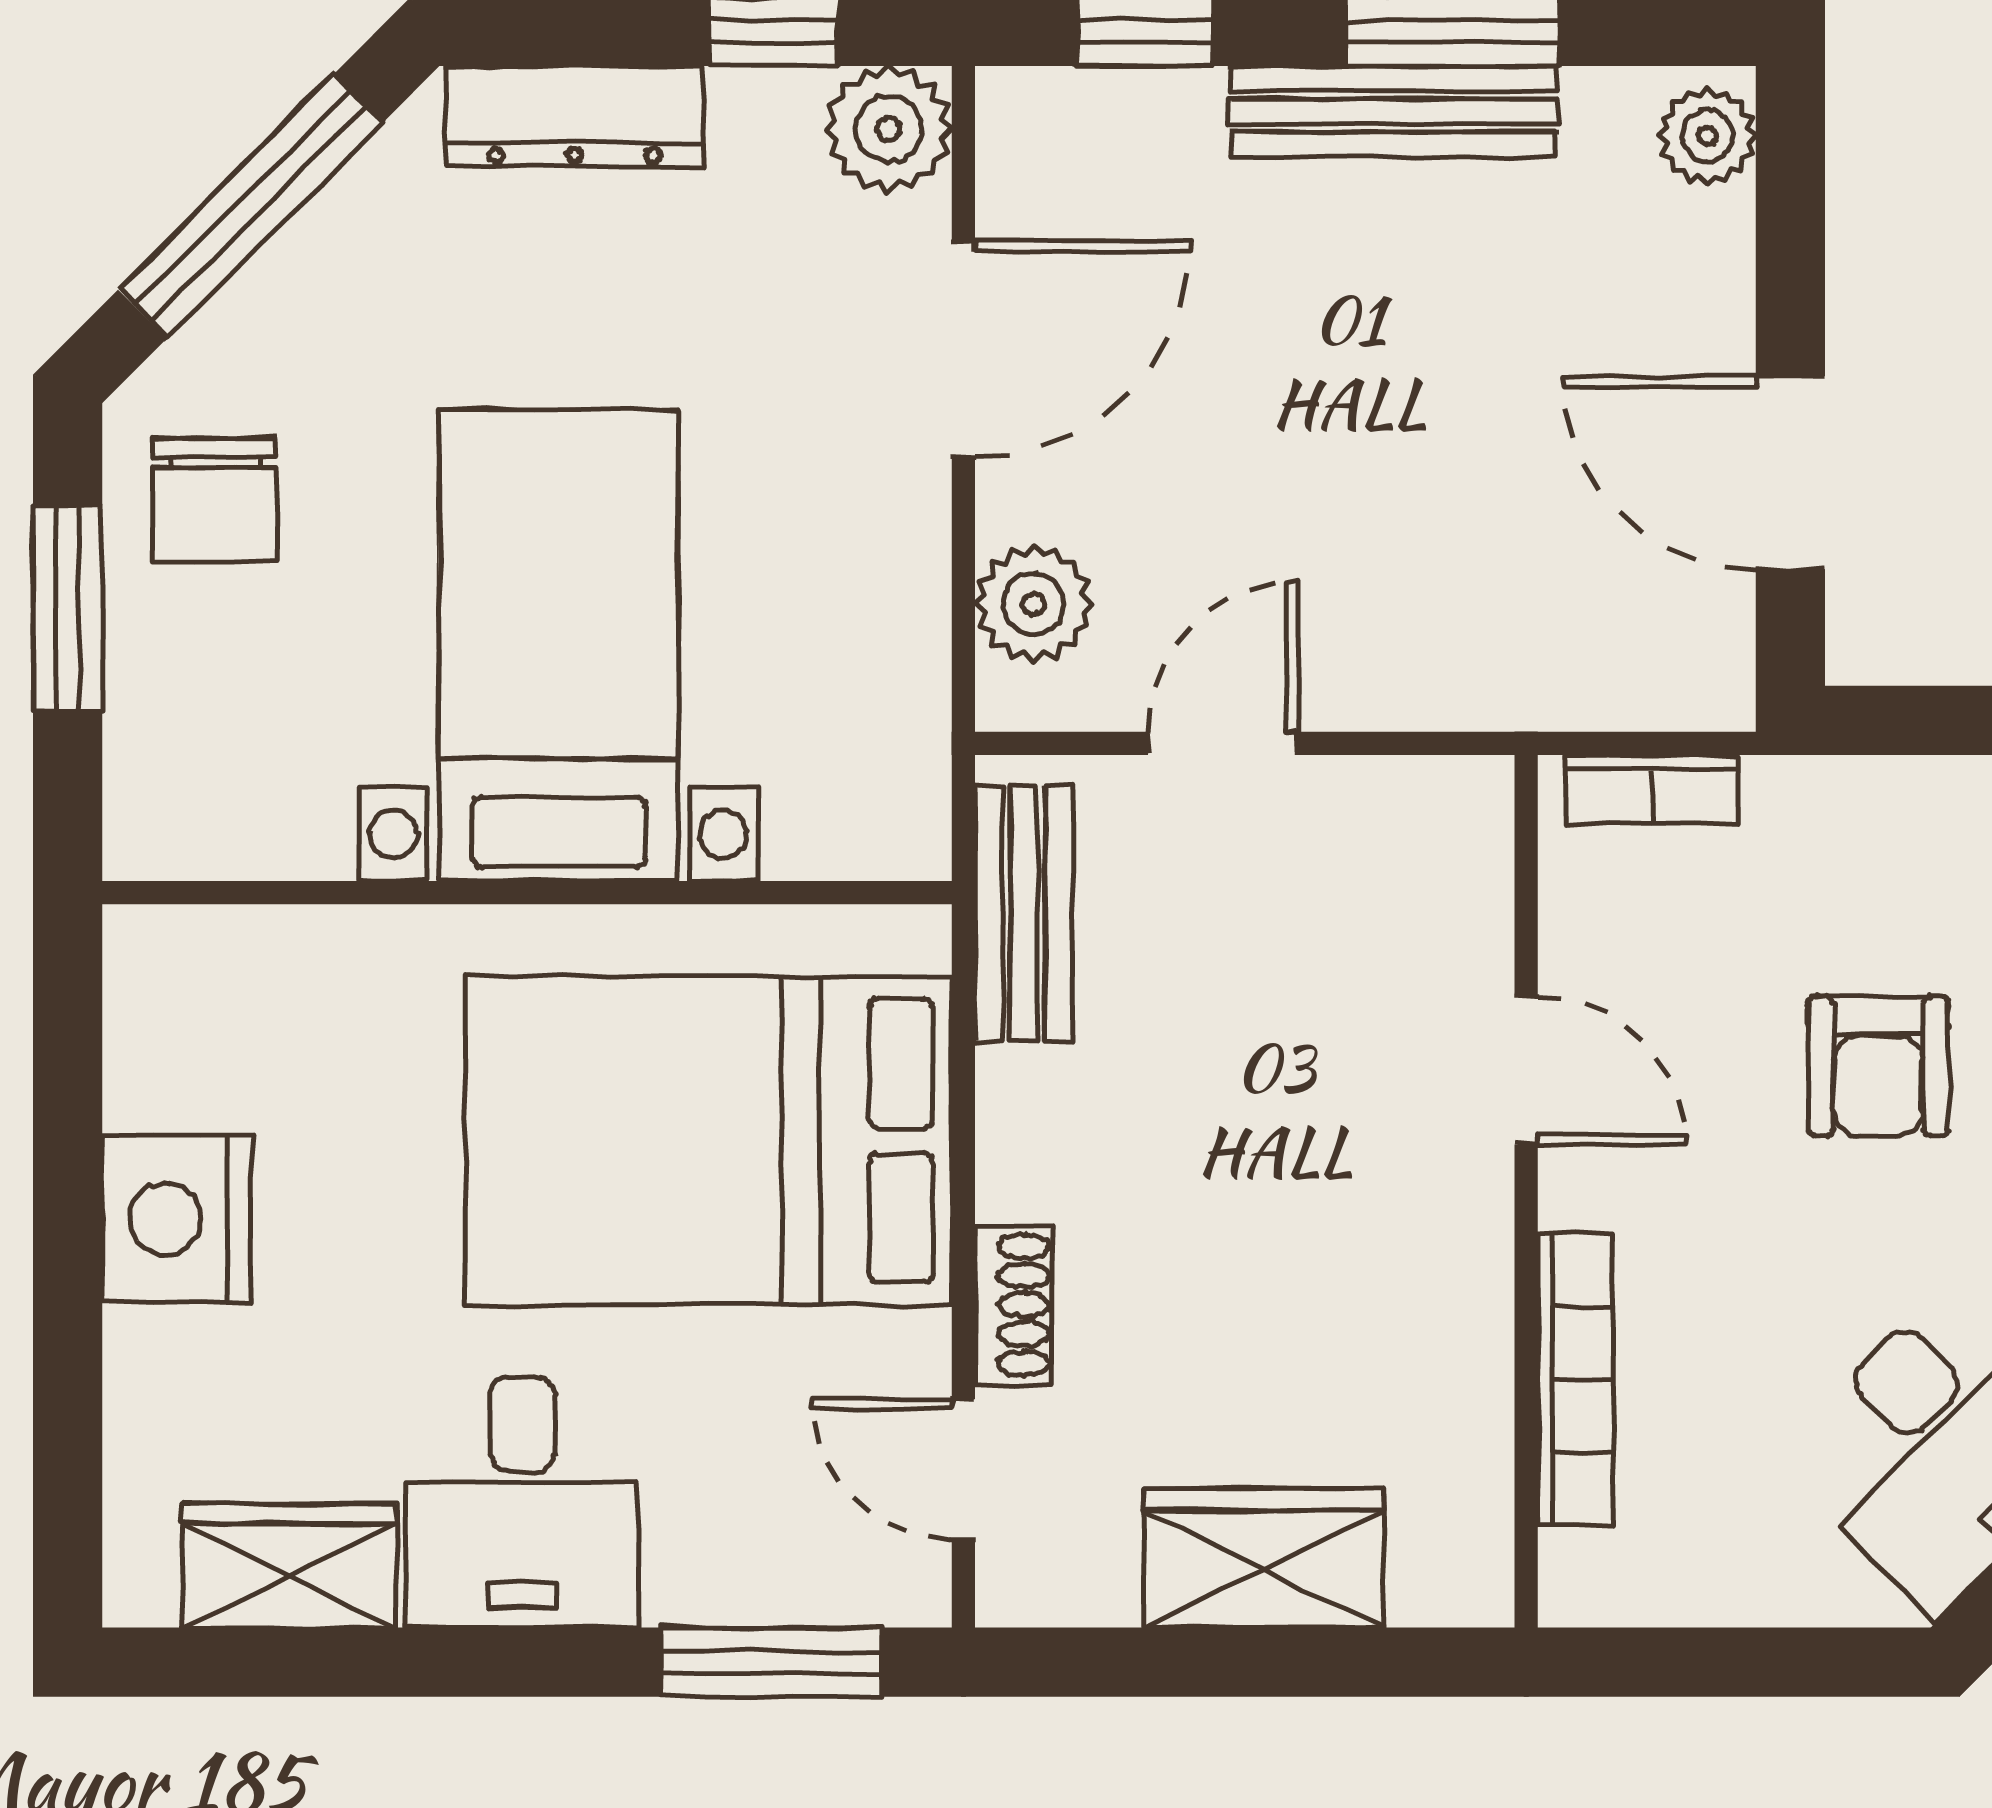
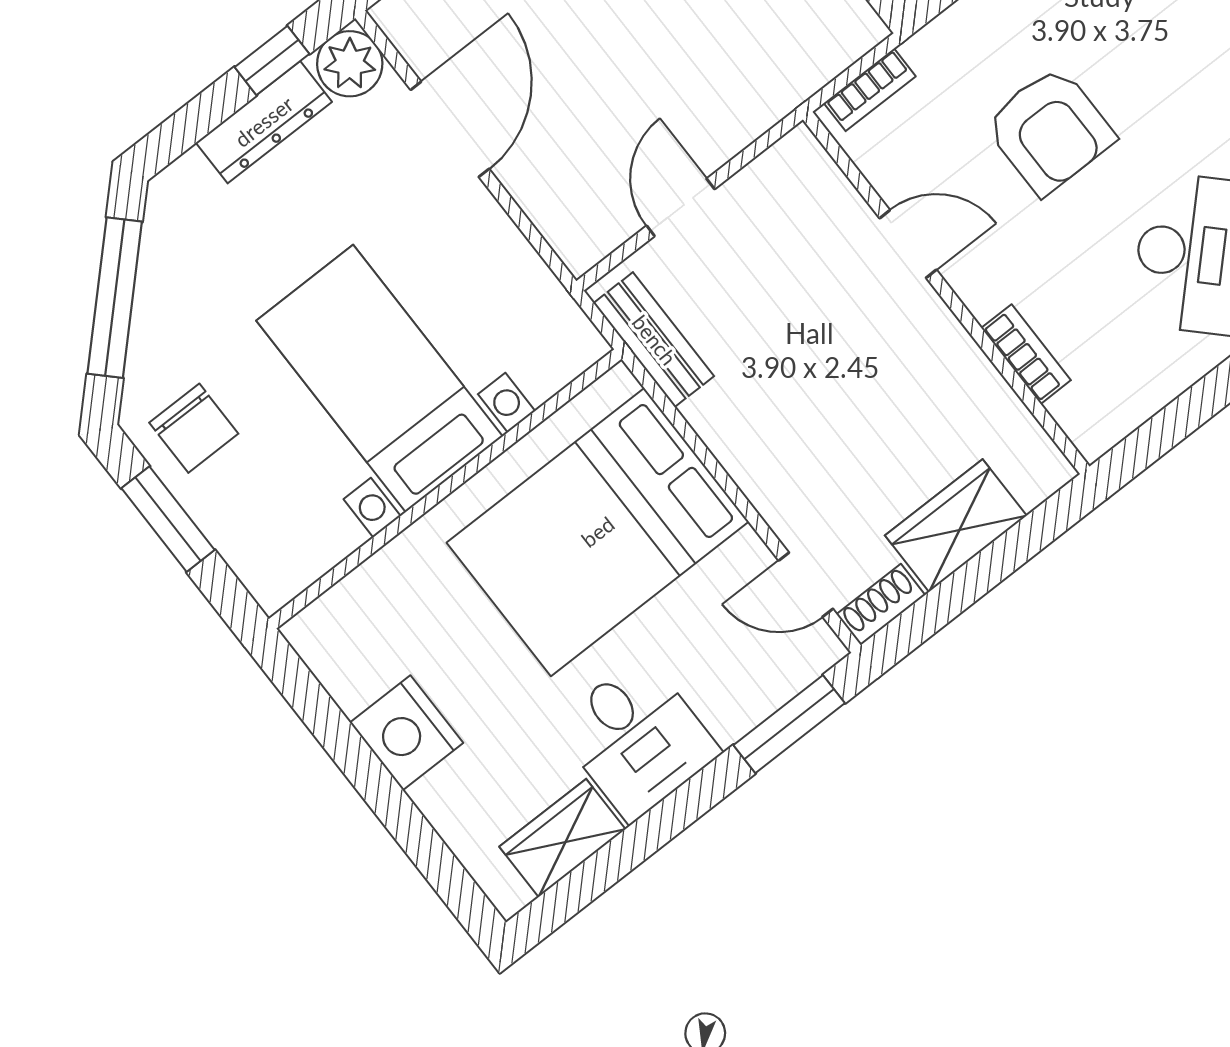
dresser: (575, 116) -> (264, 122), moved
plant: (1034, 604) -> (559, 211), removed
armchair: (1878, 1066) -> (1050, 130), width x1.38, depth x1.38
shoe rack: (1014, 1305) -> (881, 605), moved, turned -90
bookcase: (1575, 1380) -> (1026, 354), width x0.64

